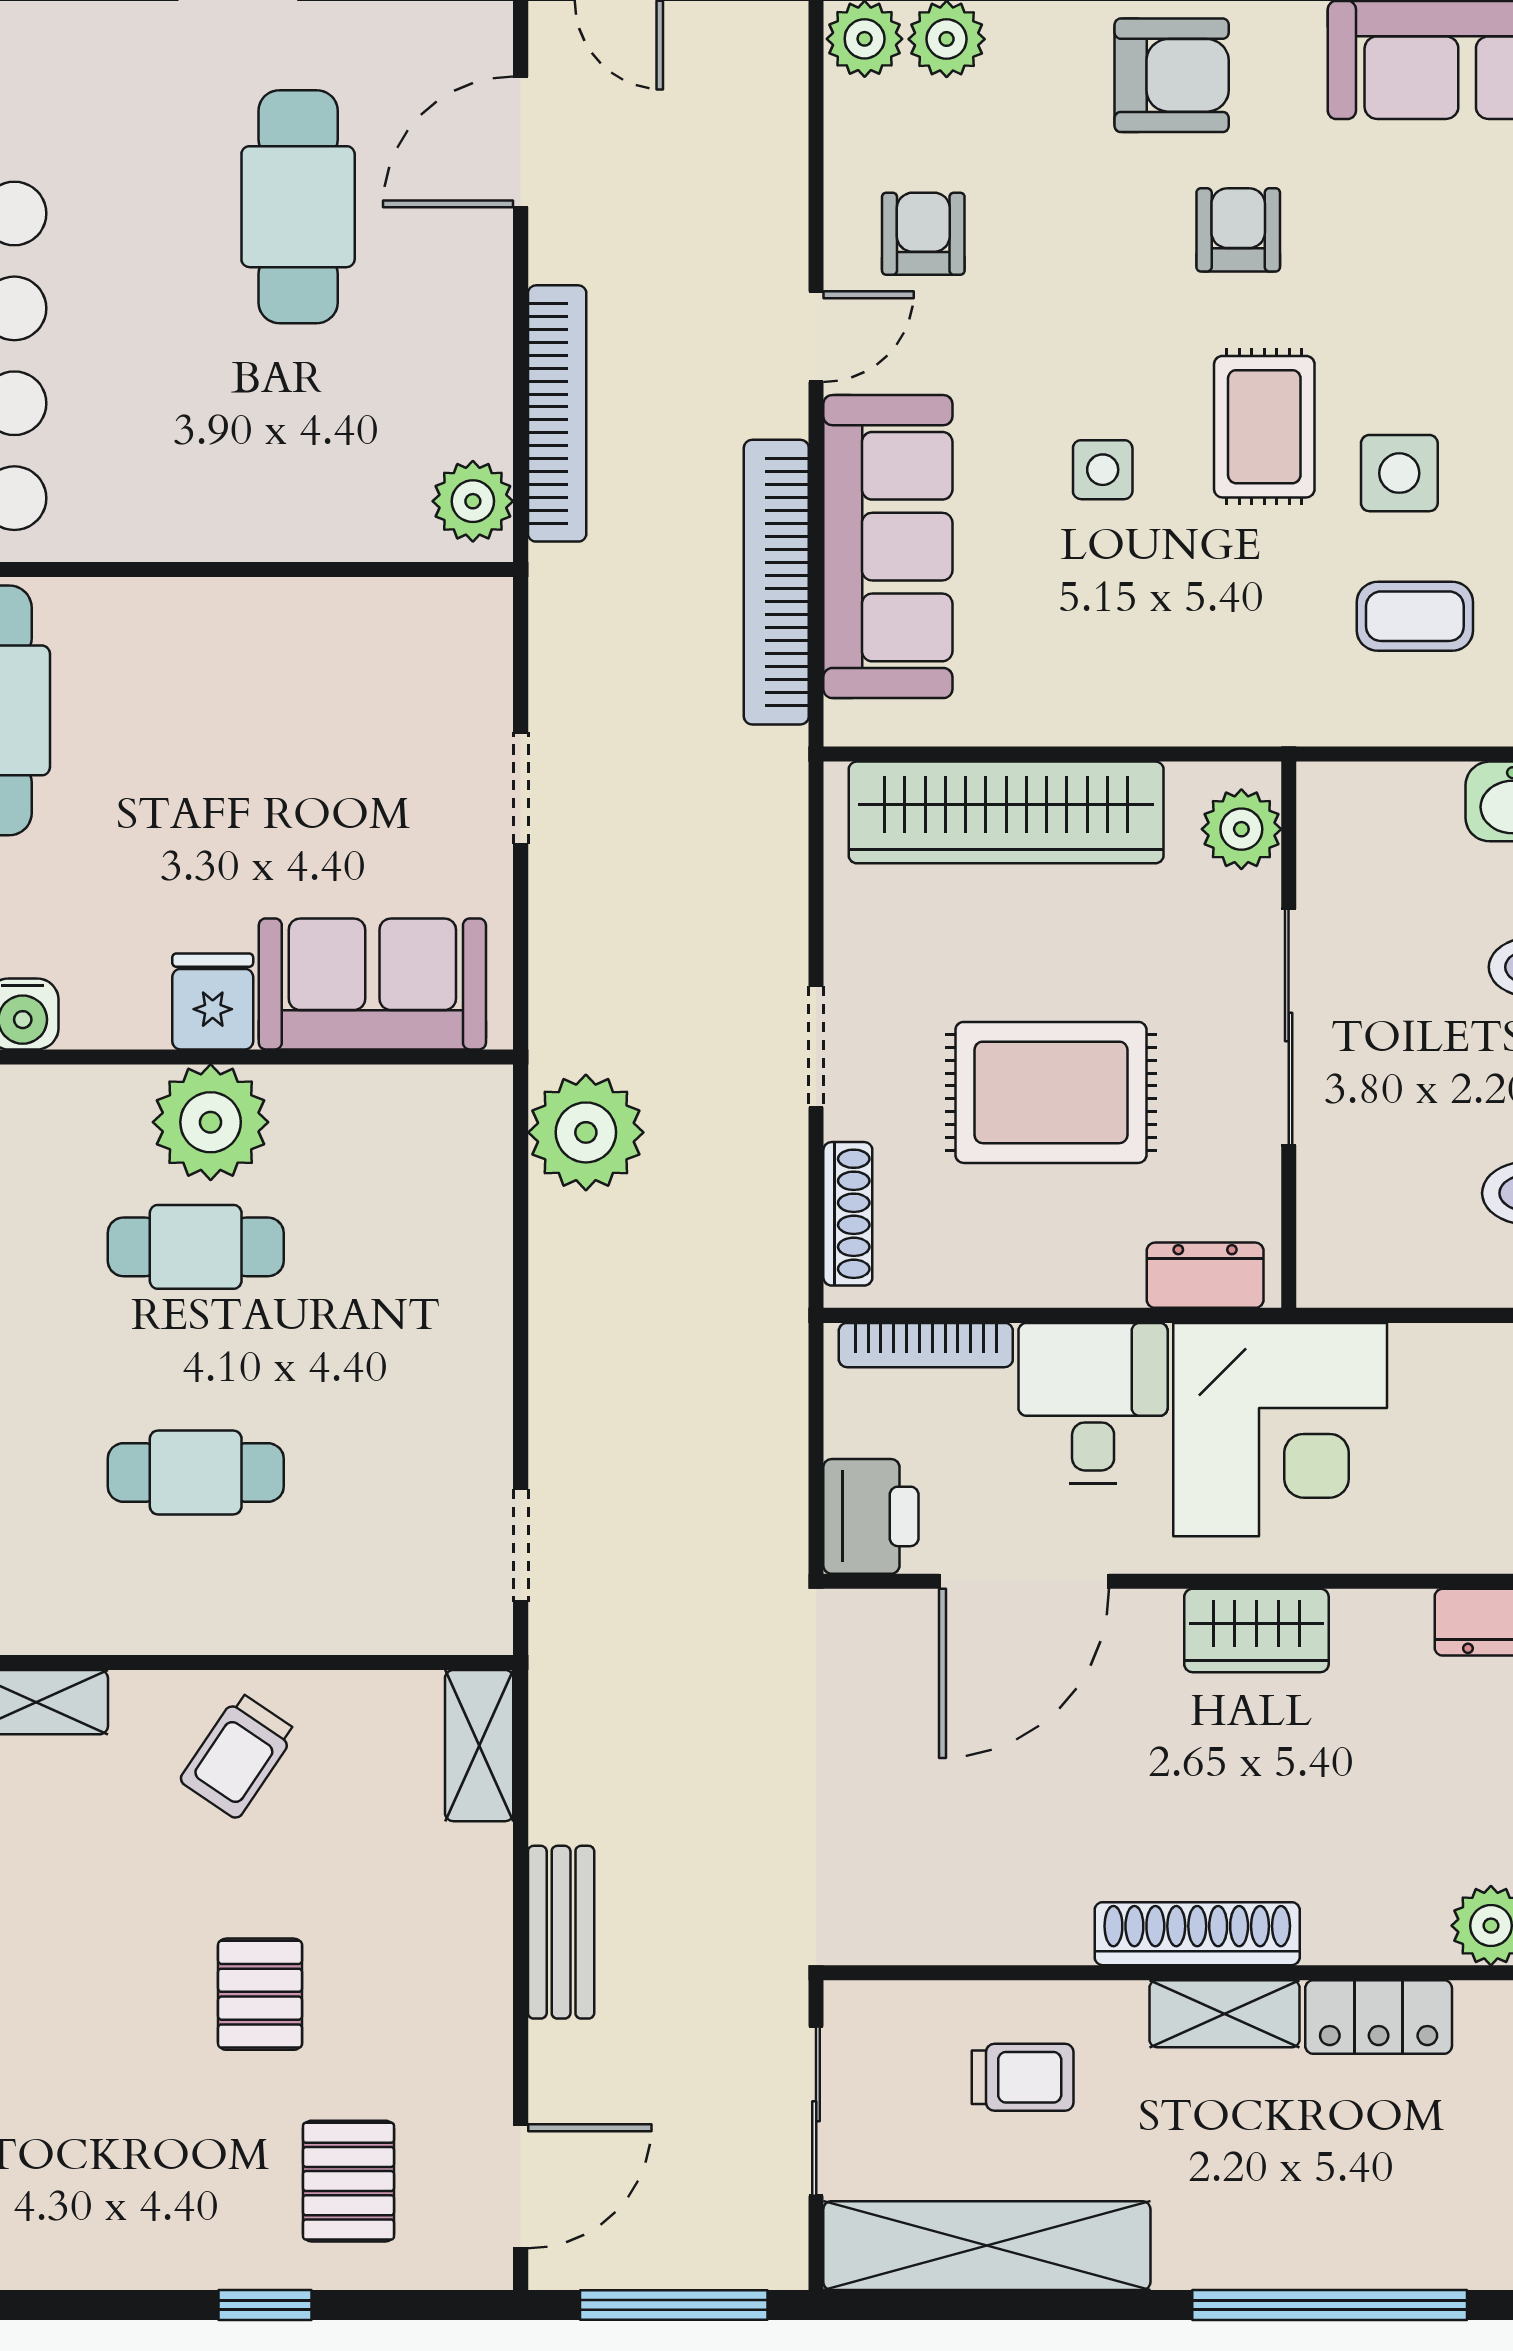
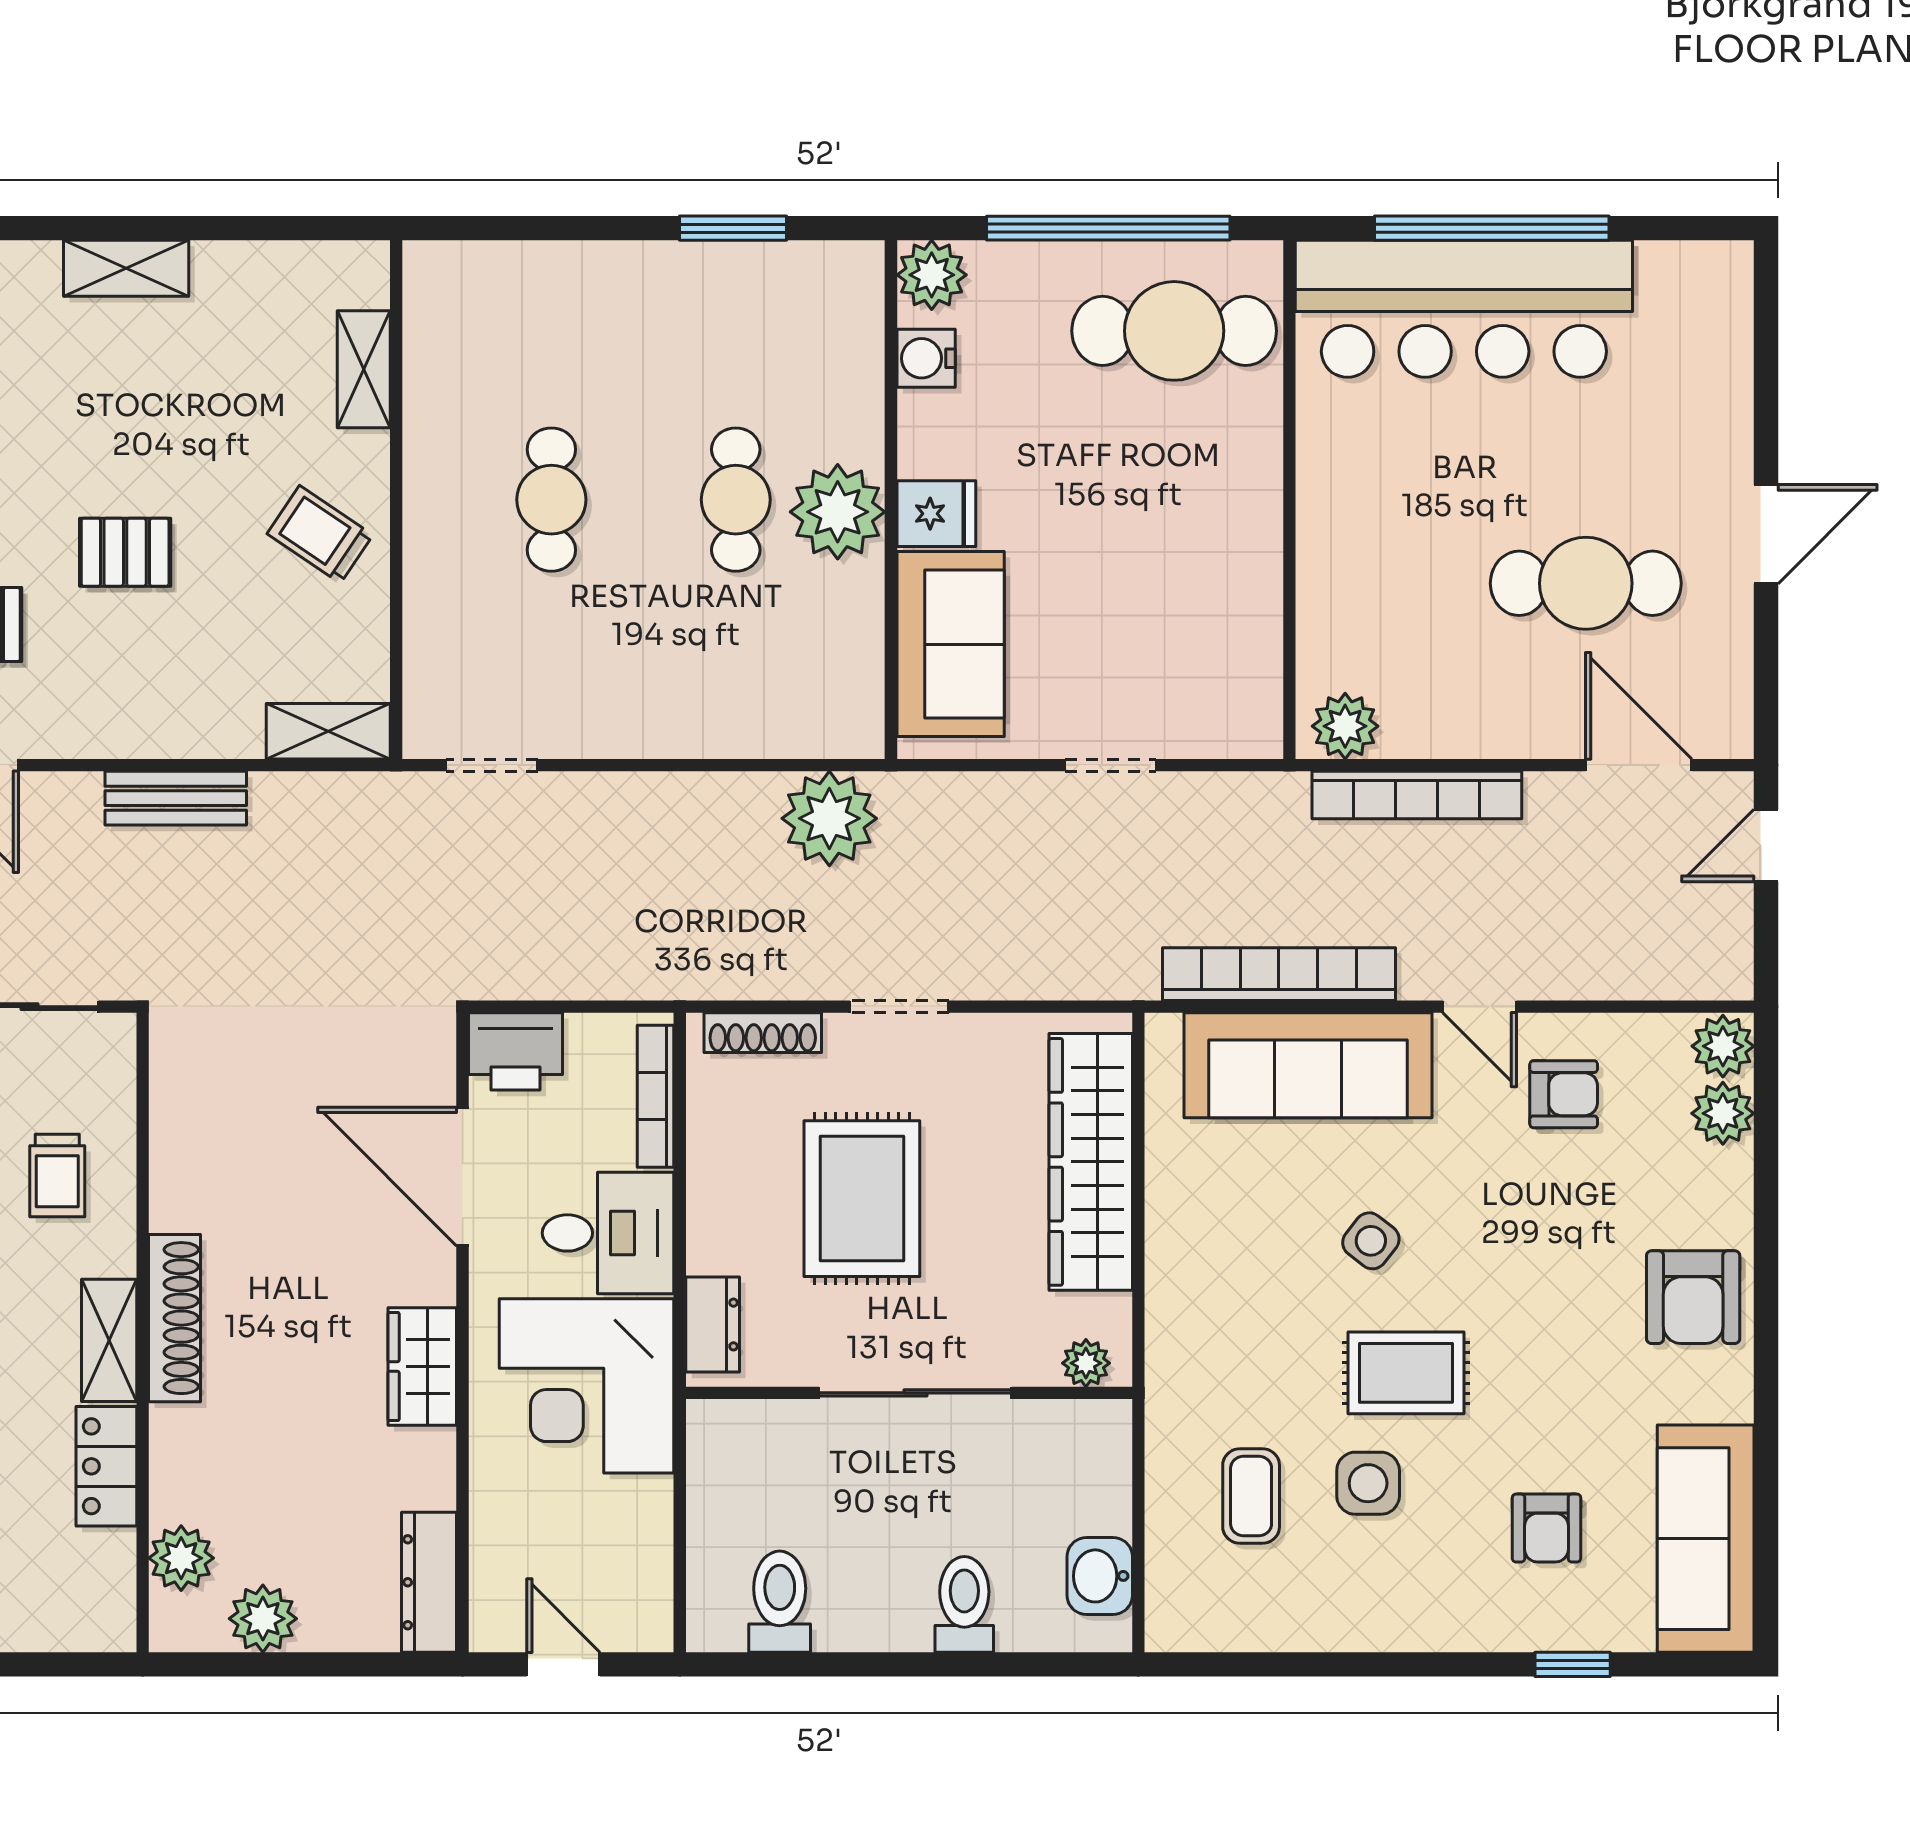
armchair: (1238, 230) -> (1546, 1528), moved, turned 90
side table: (1103, 470) -> (1371, 1241), turned 38
plant: (1241, 829) -> (1086, 1363), width x0.73, depth x0.73

